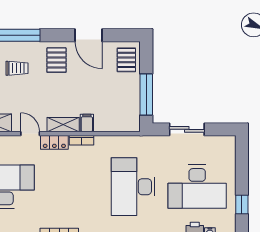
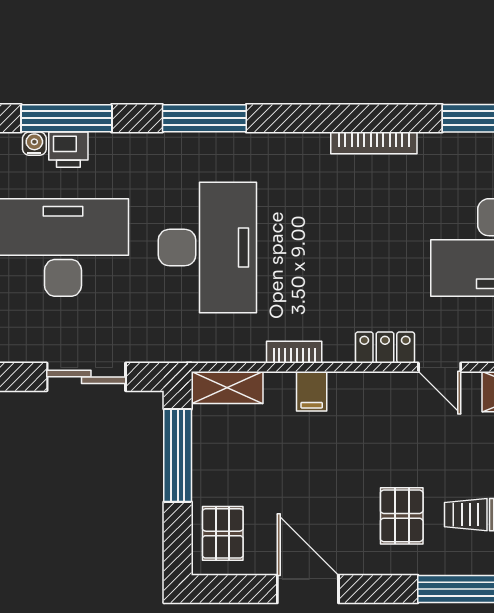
pallet: (57, 60) -> (402, 516), moved
shelving: (63, 125) -> (227, 388), moved
bookcase: (82, 140) -> (294, 352), moved

